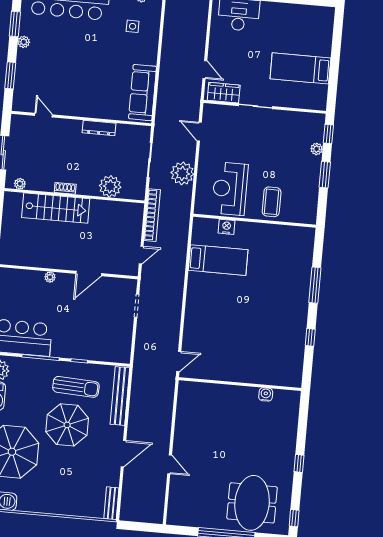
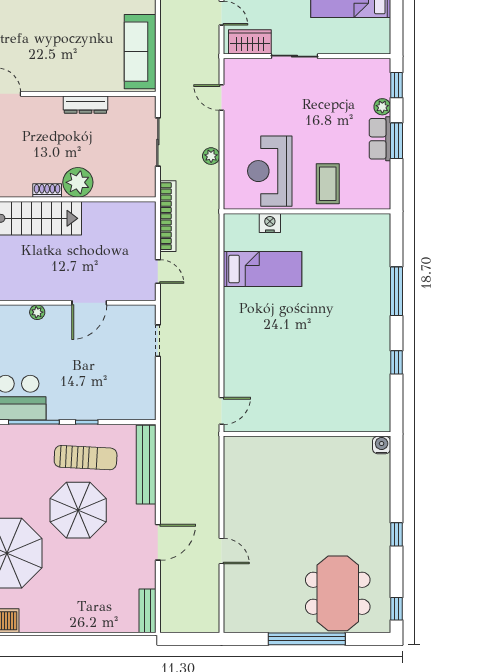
row of seats: (313, 172) -> (380, 139), added
plant: (182, 173) -> (211, 156), width x0.53, depth x0.53
plant: (110, 186) -> (78, 182), moved
door: (141, 255) -> (158, 271), hinge flipped
water cooler: (266, 394) -> (382, 445), moved

